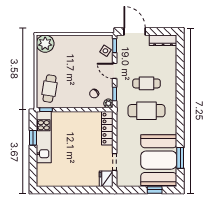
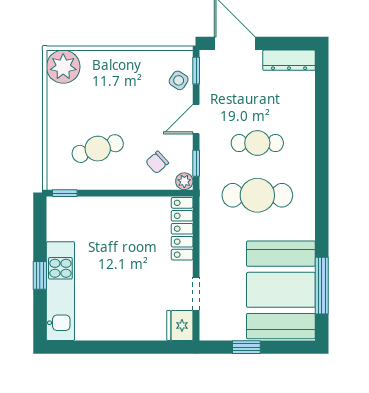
door: (115, 71) -> (196, 119), hinge flipped
cafe table: (50, 89) -> (98, 149), moved, turned 64
kitchen unit: (44, 137) -> (60, 291), moved
window: (33, 138) -> (40, 275), moved
window: (180, 158) -> (322, 286), width x1.44
window: (155, 190) -> (246, 347), moved

